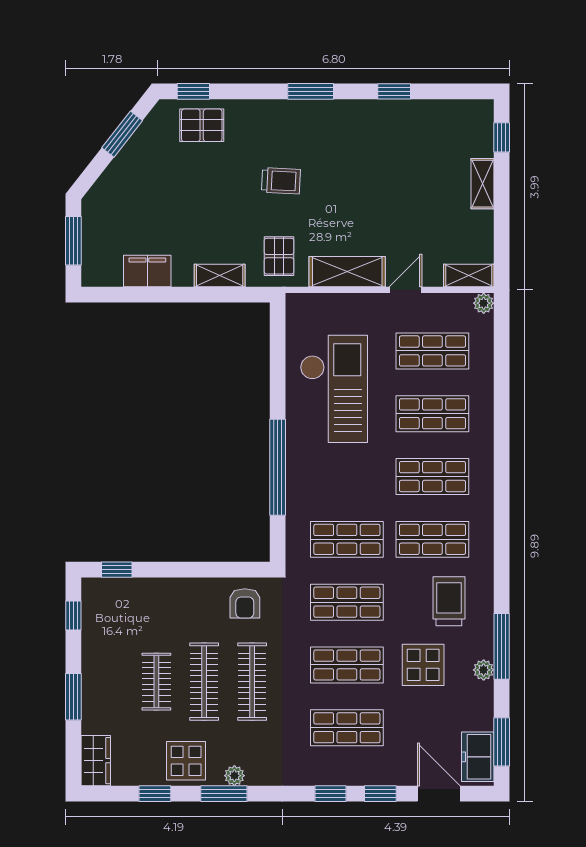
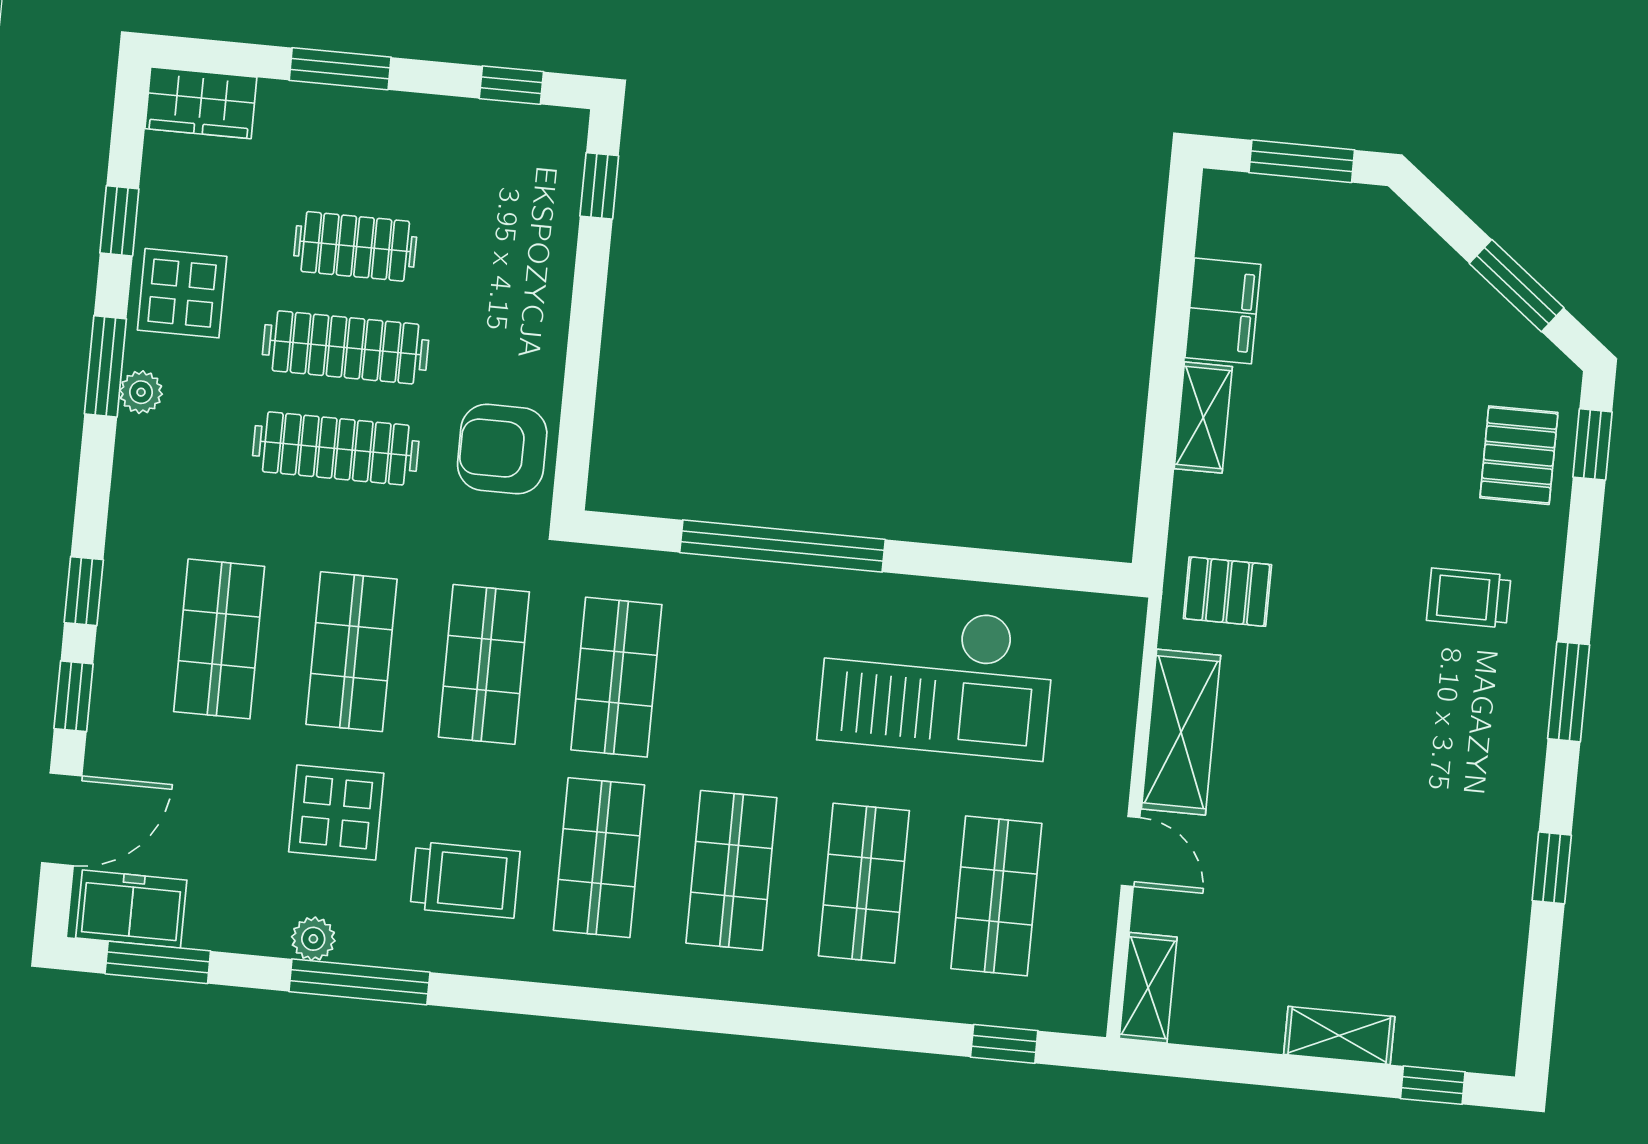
trolley: (281, 181) -> (1469, 598), moved, turned 87
shelving: (220, 275) -> (1203, 418), moved
plant: (484, 303) -> (1087, 1013), removed
window: (502, 341) -> (1004, 1044), added
armchair: (245, 603) -> (502, 449), width x1.38, depth x1.38

